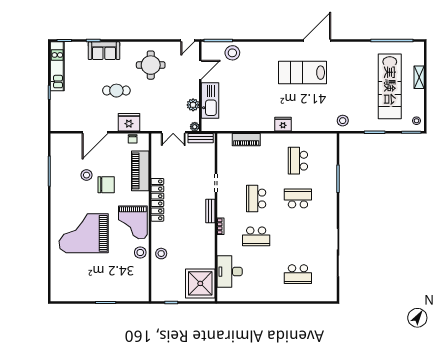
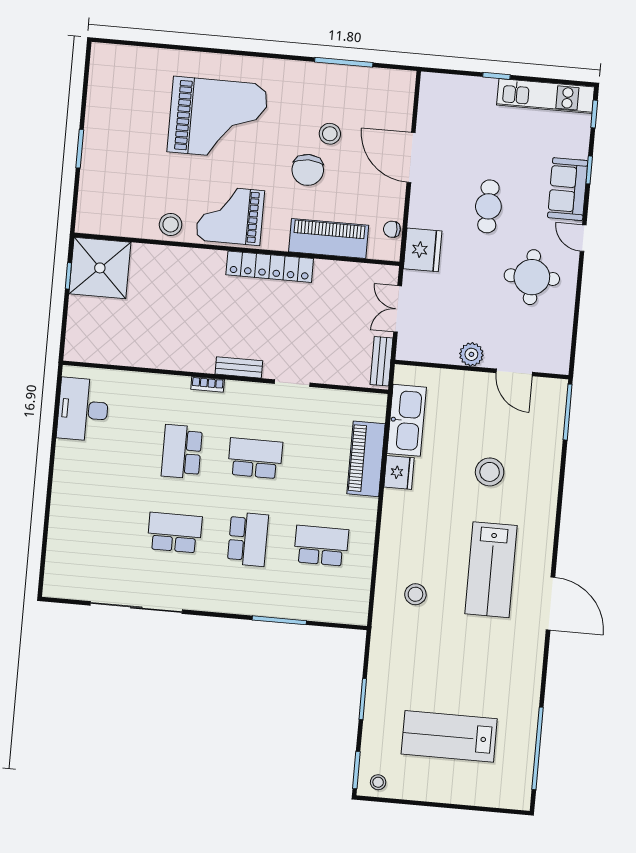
door: (188, 41) -> (583, 238), moved
stool: (232, 53) -> (490, 472), moved
lab bench: (302, 73) -> (491, 570), turned 180
shelving: (419, 77) -> (462, 795), removed
lab bench: (390, 86) -> (449, 736), width x0.73
kitchen sink: (210, 101) -> (407, 420), moved, turned -90
plant: (193, 105) -> (471, 354), moved
stool: (343, 121) -> (415, 594), moved
fridge: (129, 122) -> (423, 250), moved
fridge: (283, 124) -> (399, 472), moved
plant: (195, 127) -> (405, 352), removed
piano: (246, 140) -> (366, 459), width x1.37, depth x1.33
grand piano: (84, 233) -> (218, 118), turned 90
stool: (161, 254) -> (165, 265), removed
desk: (230, 272) -> (83, 409), moved, turned -90
school desk: (298, 274) -> (175, 533), moved, turned 90
shower: (200, 283) -> (100, 268), moved

